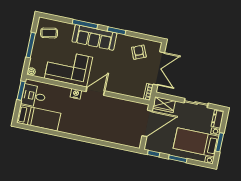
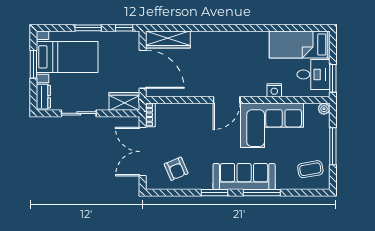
nightstand: (76, 94) -> (274, 90), moved
door: (147, 123) -> (143, 69), swing flipped
wardrobe: (126, 140) -> (168, 39), added

